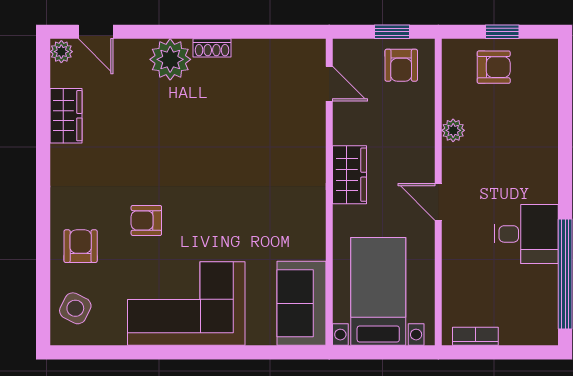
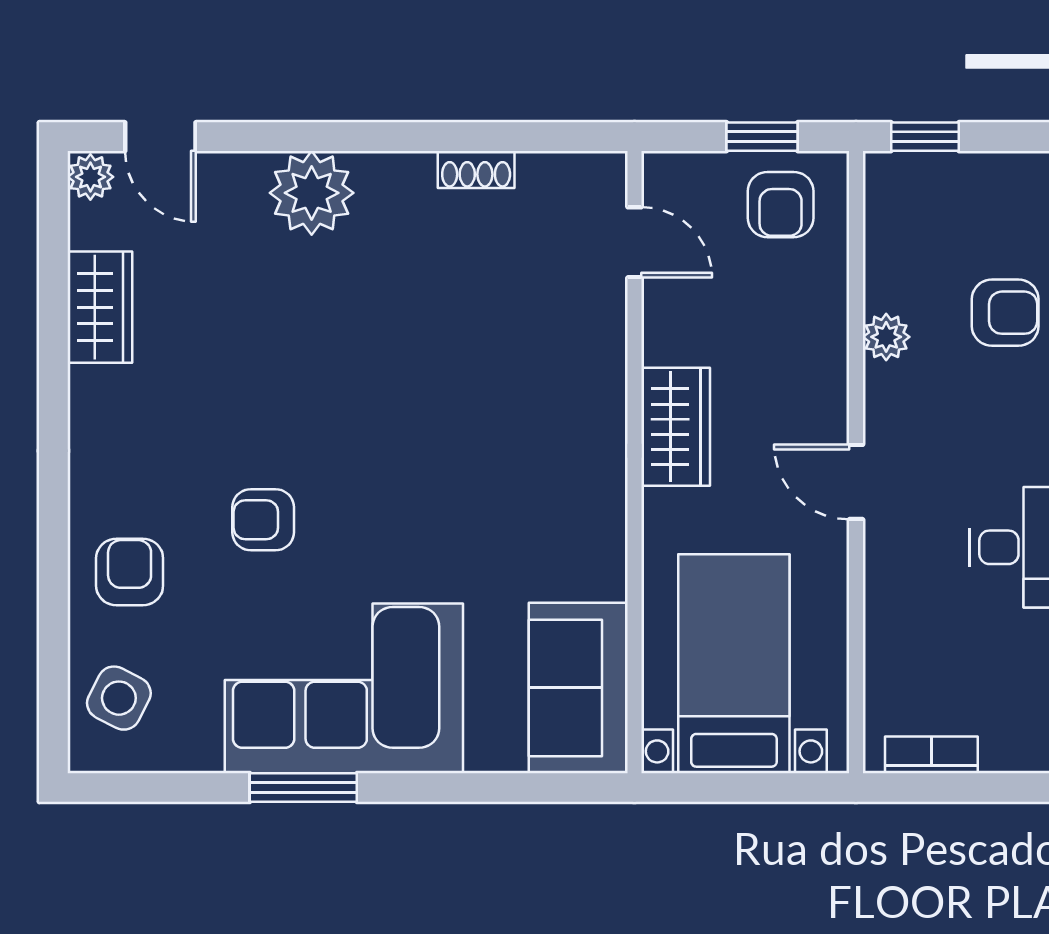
window: (502, 32) -> (925, 137), moved
shoe rack: (212, 48) -> (476, 169), moved
armchair: (494, 67) -> (1005, 313), moved
window: (166, 352) -> (303, 788), added

